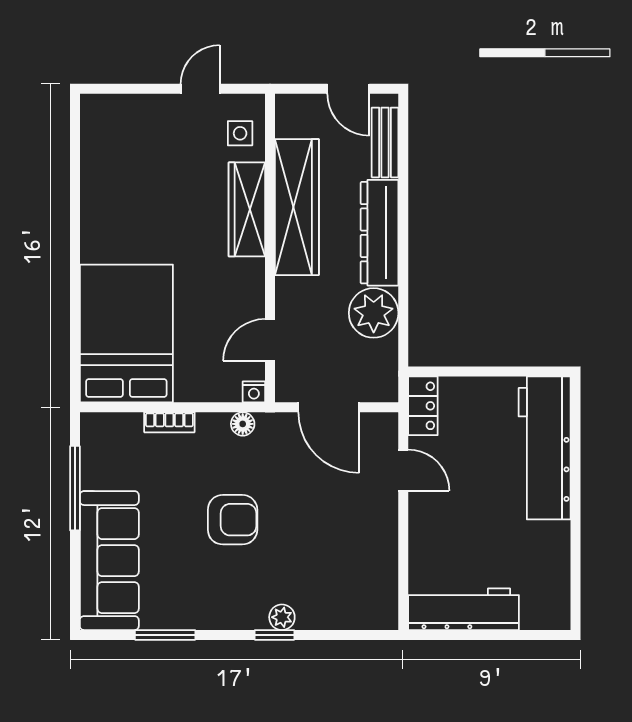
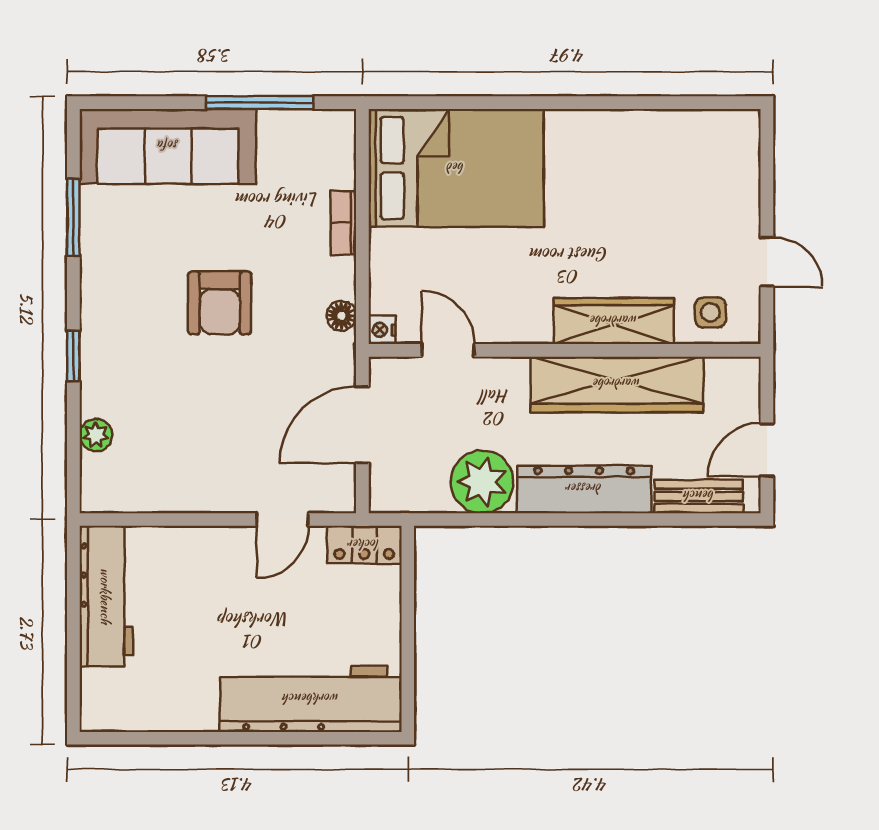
plant: (282, 617) -> (96, 435), moved

